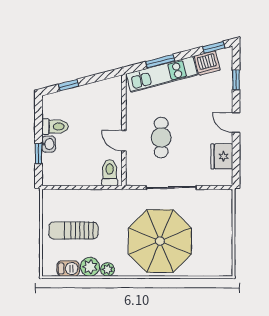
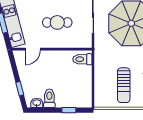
door: (124, 141) -> (33, 49), moved
washbasin: (49, 144) -> (37, 103), moved

